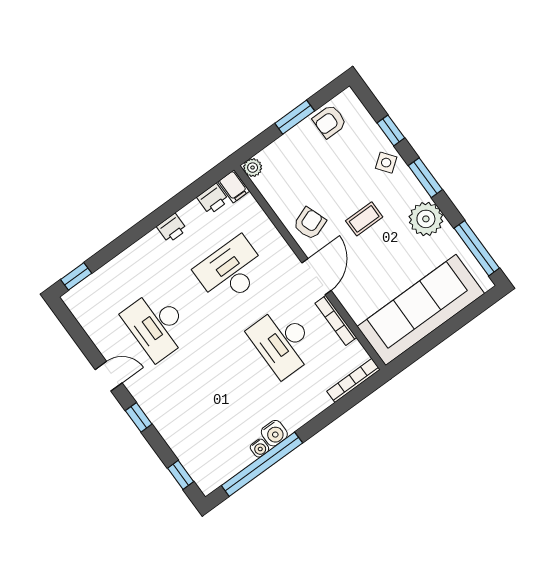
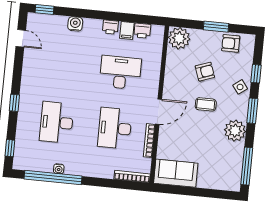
plant: (253, 168) -> (179, 38), width x1.88, depth x1.88
filing cabinet: (234, 186) -> (127, 30), moved
armchair: (310, 223) -> (205, 72), moved
sofa: (421, 310) -> (176, 173), width x0.54, depth x0.79
desk: (157, 325) -> (57, 122), moved
door: (109, 376) -> (21, 38), moved
water cooler: (274, 433) -> (75, 24), moved, turned 180

